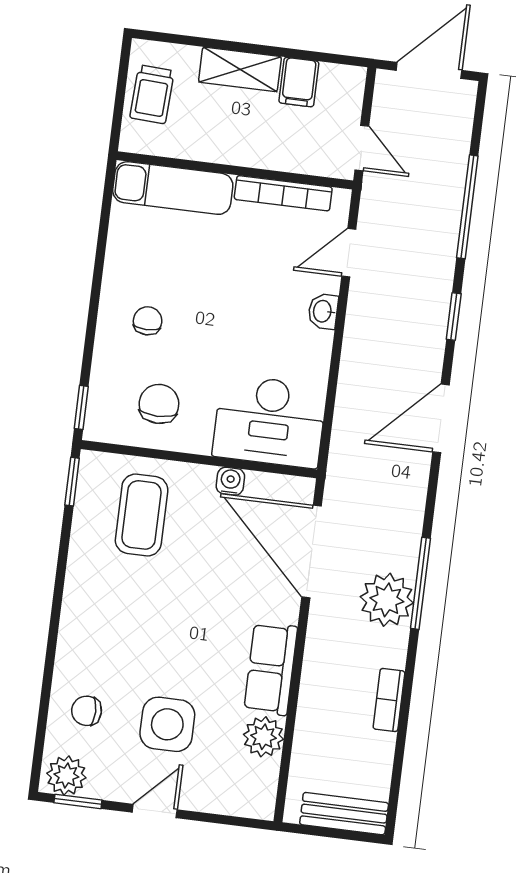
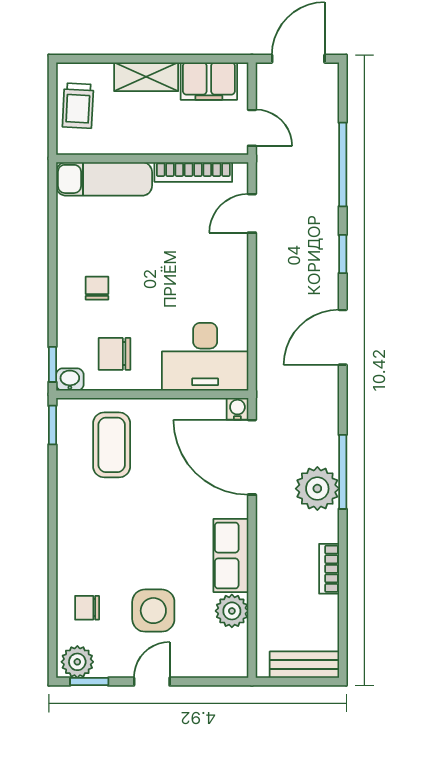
filing cabinet: (299, 82) -> (209, 81), width x2.00
washbasin: (323, 311) -> (70, 380), moved, turned 90
chair: (159, 404) -> (115, 354), turned -90
water cooler: (230, 481) -> (237, 409), moved

